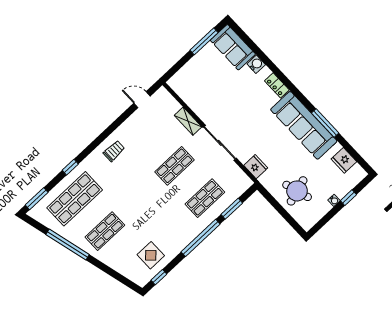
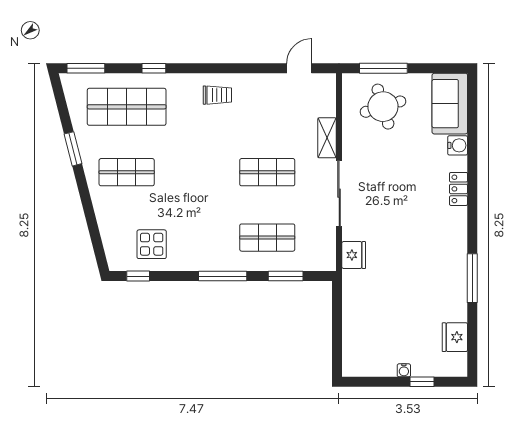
window: (204, 41) -> (383, 68), moved
door: (142, 100) -> (299, 68), hinge flipped
sofa: (304, 125) -> (447, 259), removed
round table: (297, 191) -> (383, 107), moved
window: (201, 238) -> (223, 276), width x0.68
window: (68, 245) -> (73, 149), width x0.47

